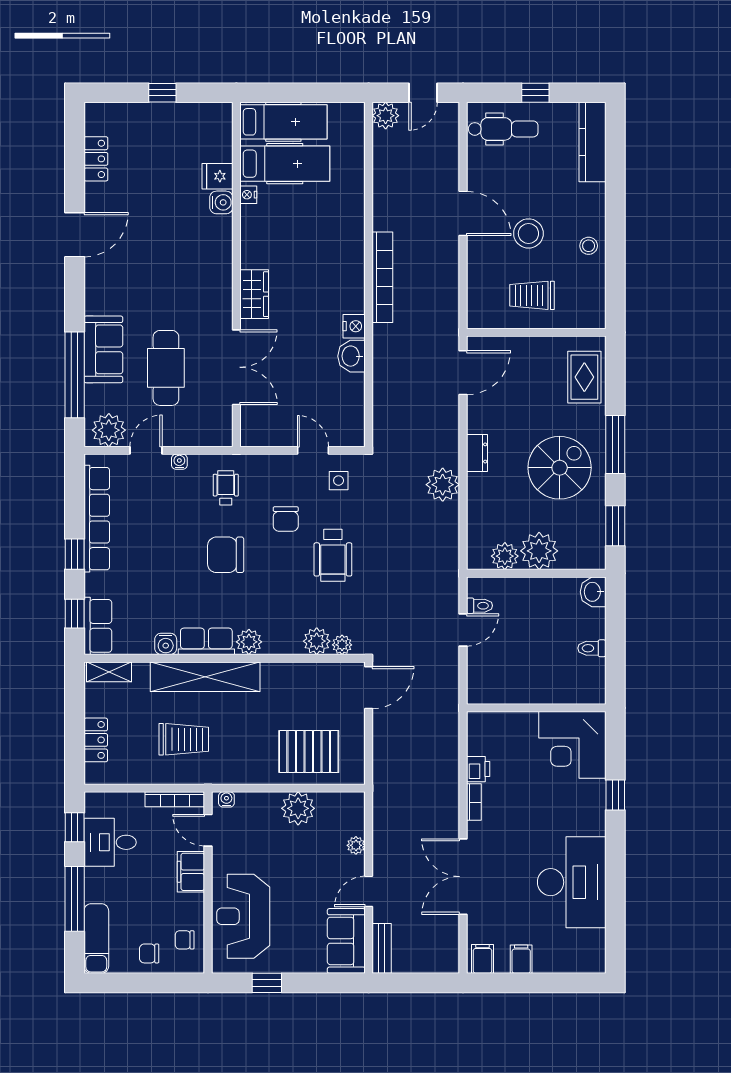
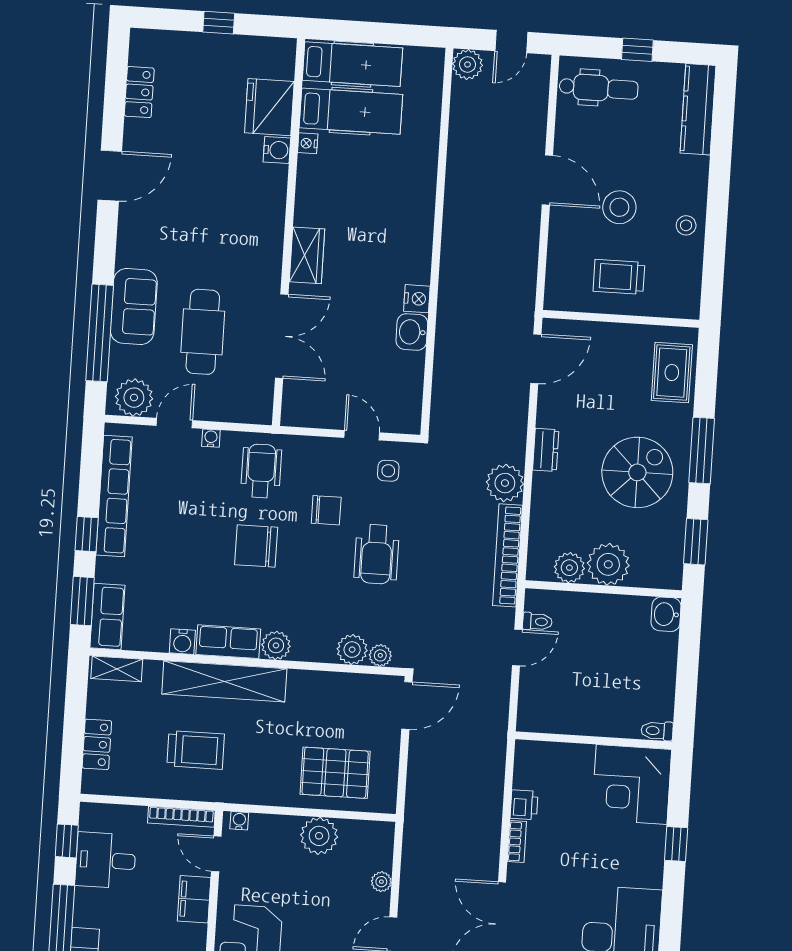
fridge: (217, 176) -> (269, 107), width x1.88, depth x1.34
bookcase: (382, 277) -> (508, 555), moved, turned 180
wheelchair: (226, 488) -> (261, 471), width x1.36, depth x1.37
chair: (286, 519) -> (326, 510), turned -90
window: (75, 614) -> (82, 601), width x1.50
toilet: (592, 648) -> (657, 731), moved

